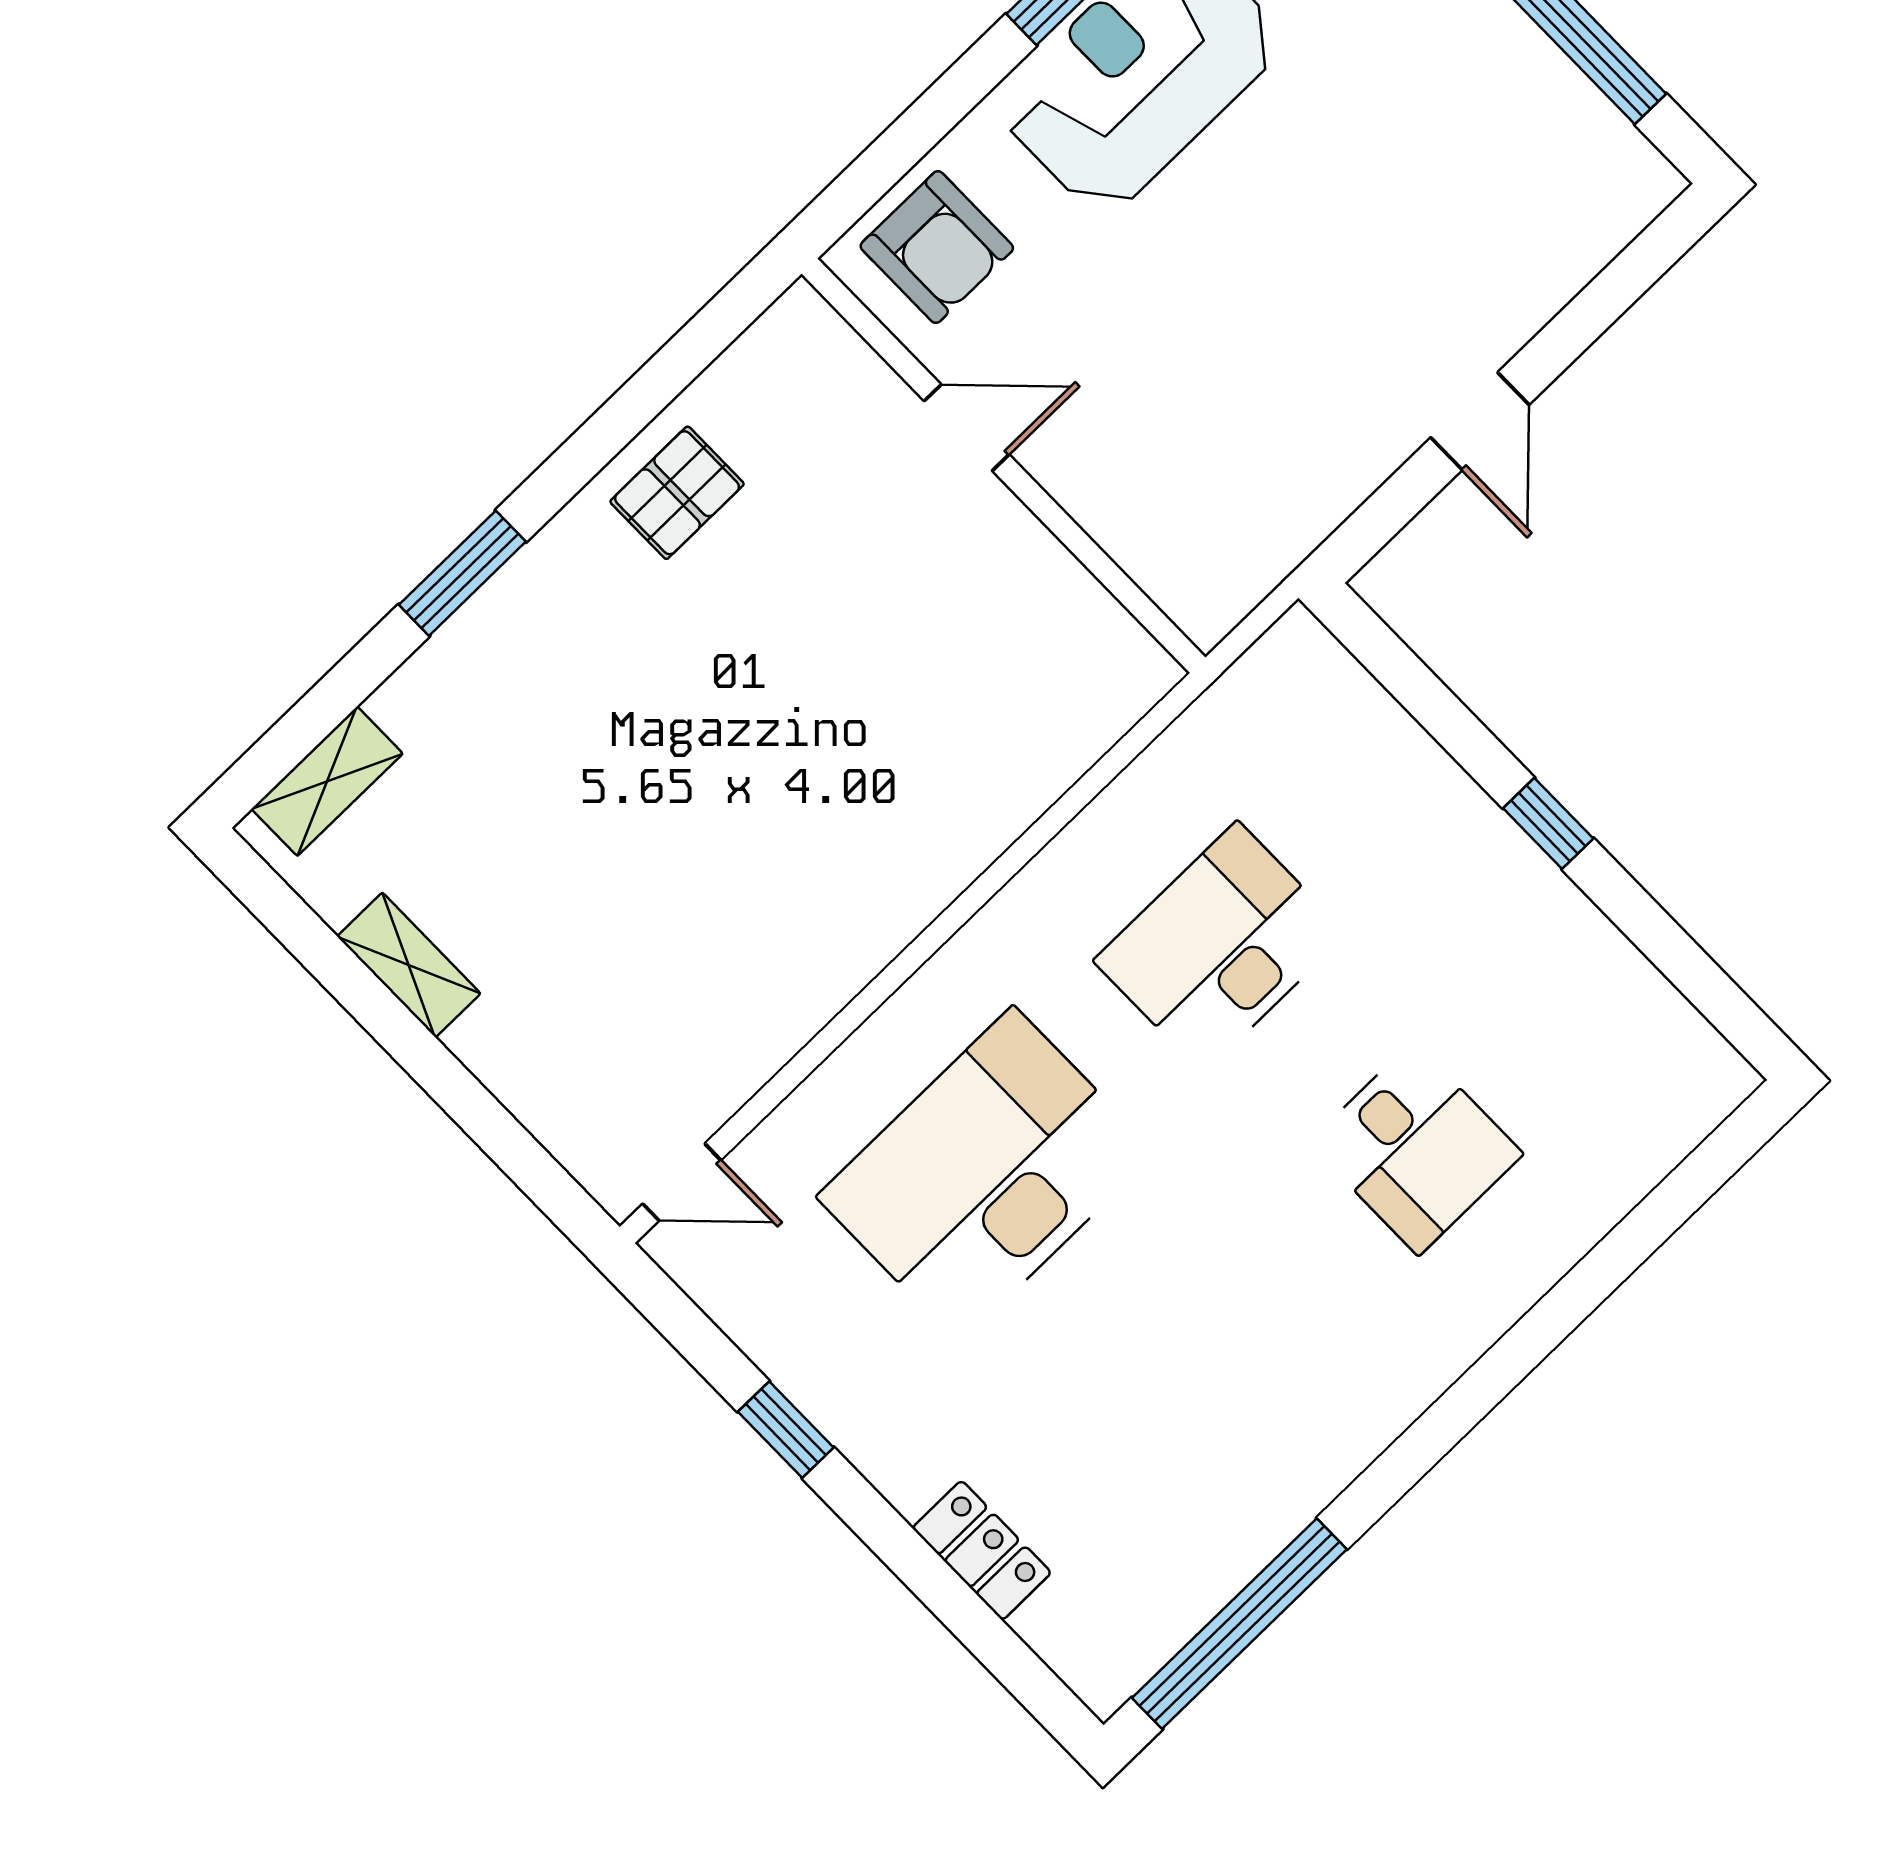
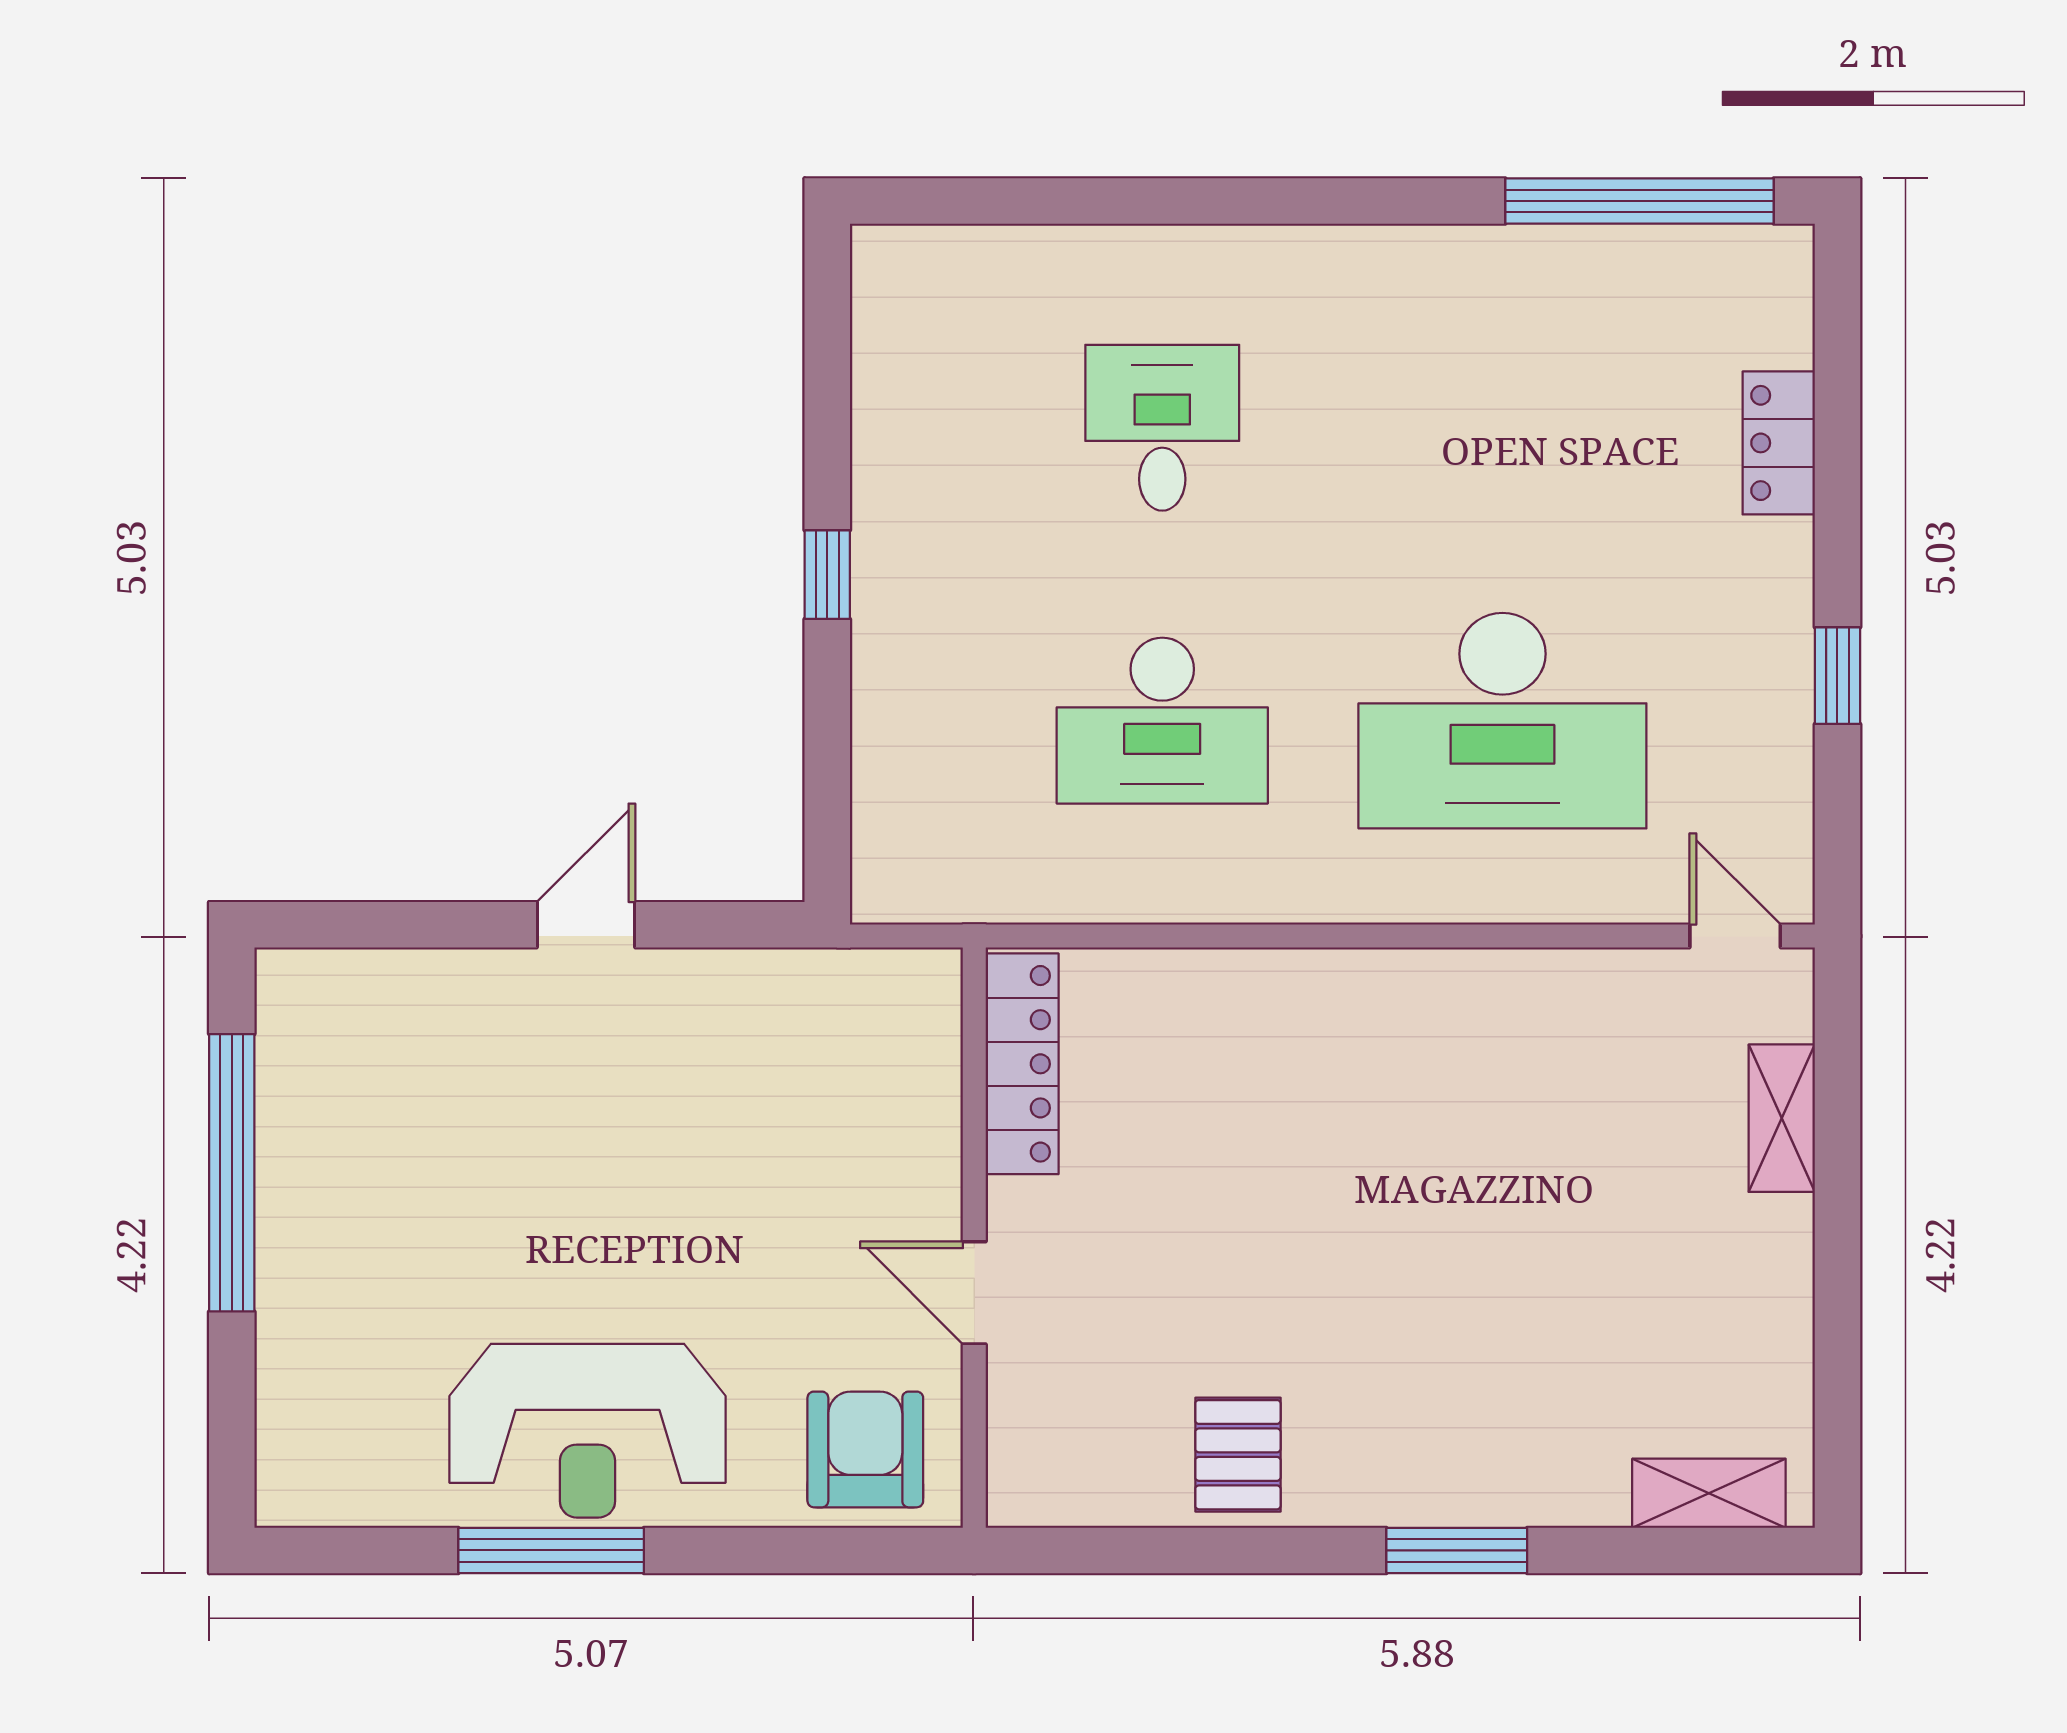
pallet: (677, 493) -> (1238, 1455), turned 90
locker: (1087, 617) -> (1022, 1064), added
shelving: (409, 965) -> (1782, 1118), moved

